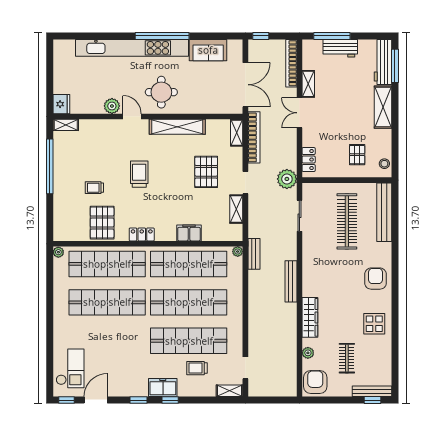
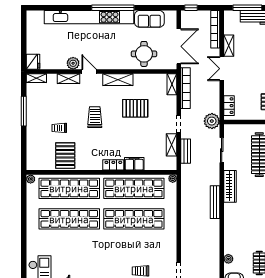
round table: (161, 92) -> (144, 54), moved
shelving: (106, 126) -> (68, 79), added
shelving: (177, 127) -> (118, 80), width x0.68
window: (50, 166) -> (24, 111), width x0.68
pallet: (206, 172) -> (135, 108), moved, turned 90
locker: (142, 234) -> (113, 165), moved
bench: (254, 254) -> (186, 151), moved
wardrobe: (310, 317) -> (230, 186), moved
shop shelf: (189, 341) -> (134, 249), removed

